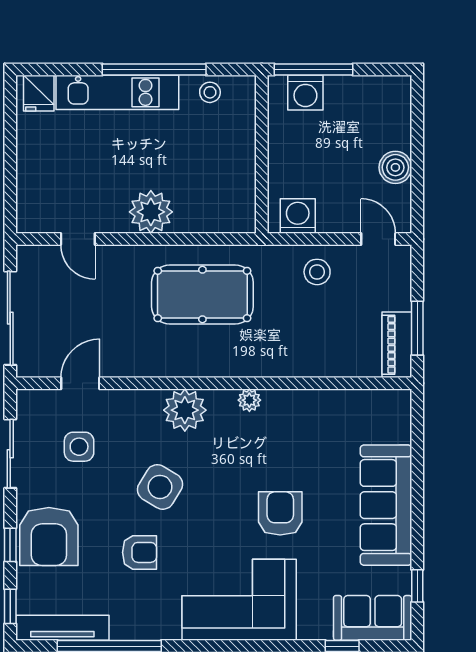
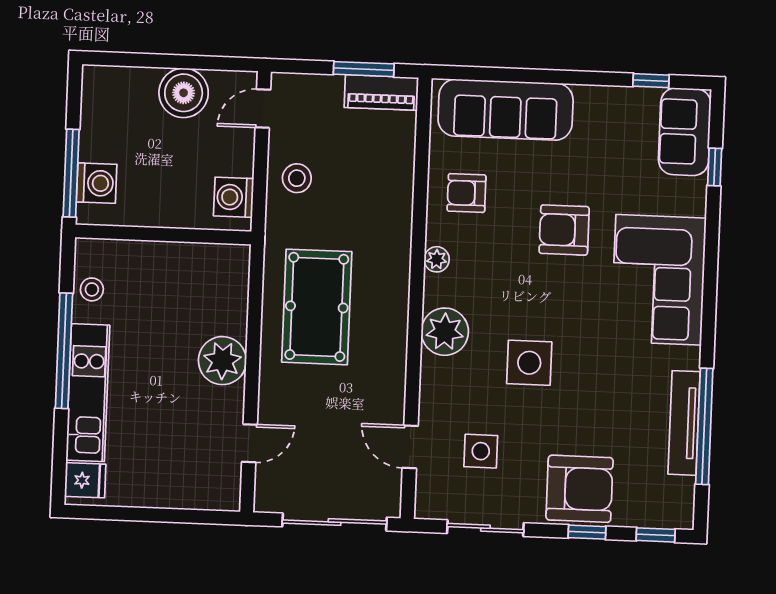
boiler: (395, 167) -> (184, 93), width x1.37, depth x1.37
side table: (160, 487) -> (529, 363), turned -31
sofa: (386, 505) -> (506, 110), moved
armchair: (140, 552) -> (467, 193), moved, turned -90
tv unit: (62, 628) -> (684, 423), moved

